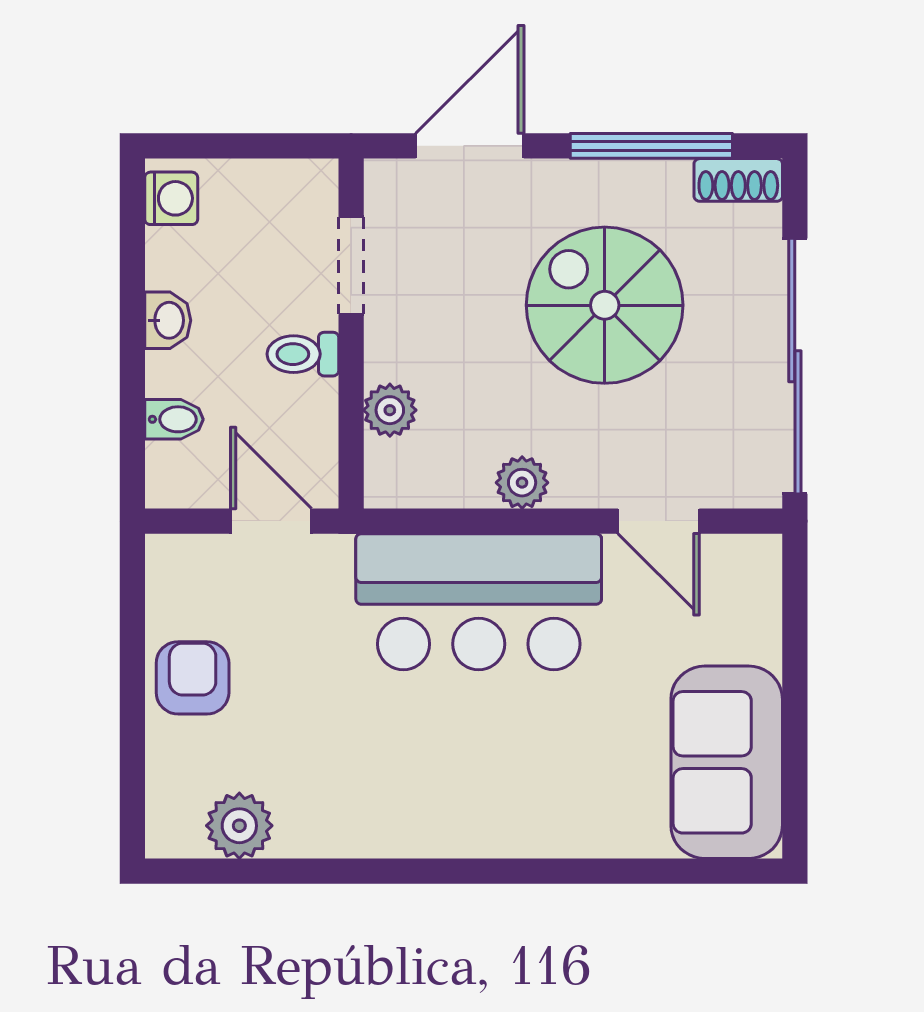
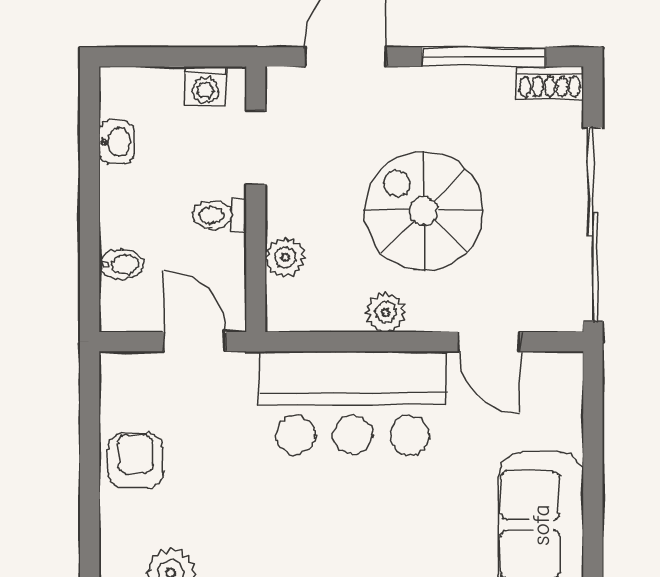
washing machine: (171, 198) -> (205, 86), moved, turned 90
spiral stairs: (605, 305) -> (424, 211), moved
washbasin: (168, 320) -> (117, 142), moved

